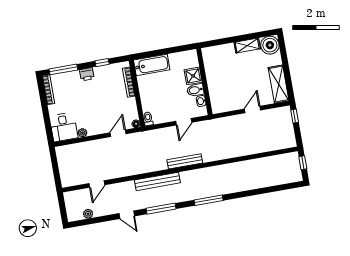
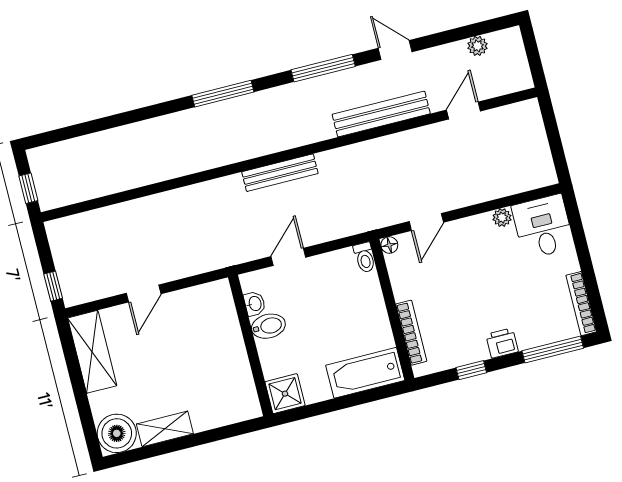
shower: (193, 76) -> (285, 394), moved
bench: (157, 181) -> (381, 114), moved

